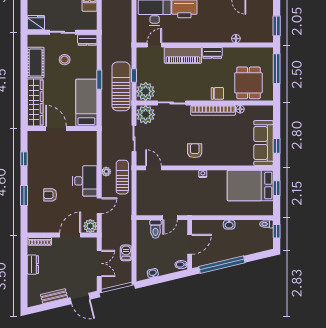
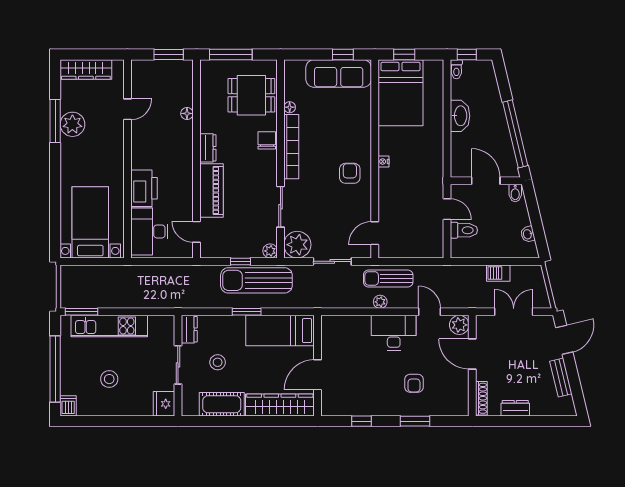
plant: (146, 91) -> (270, 251), width x0.53, depth x0.53
armchair: (195, 151) -> (350, 173), turned 90
washbasin: (229, 225) -> (460, 116), width x1.91, depth x1.45

